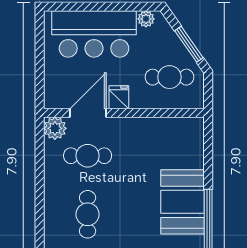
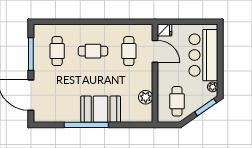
window: (189, 44) -> (206, 107), moved
fridge: (119, 97) -> (165, 30), moved
plant: (55, 128) -> (146, 97), moved

